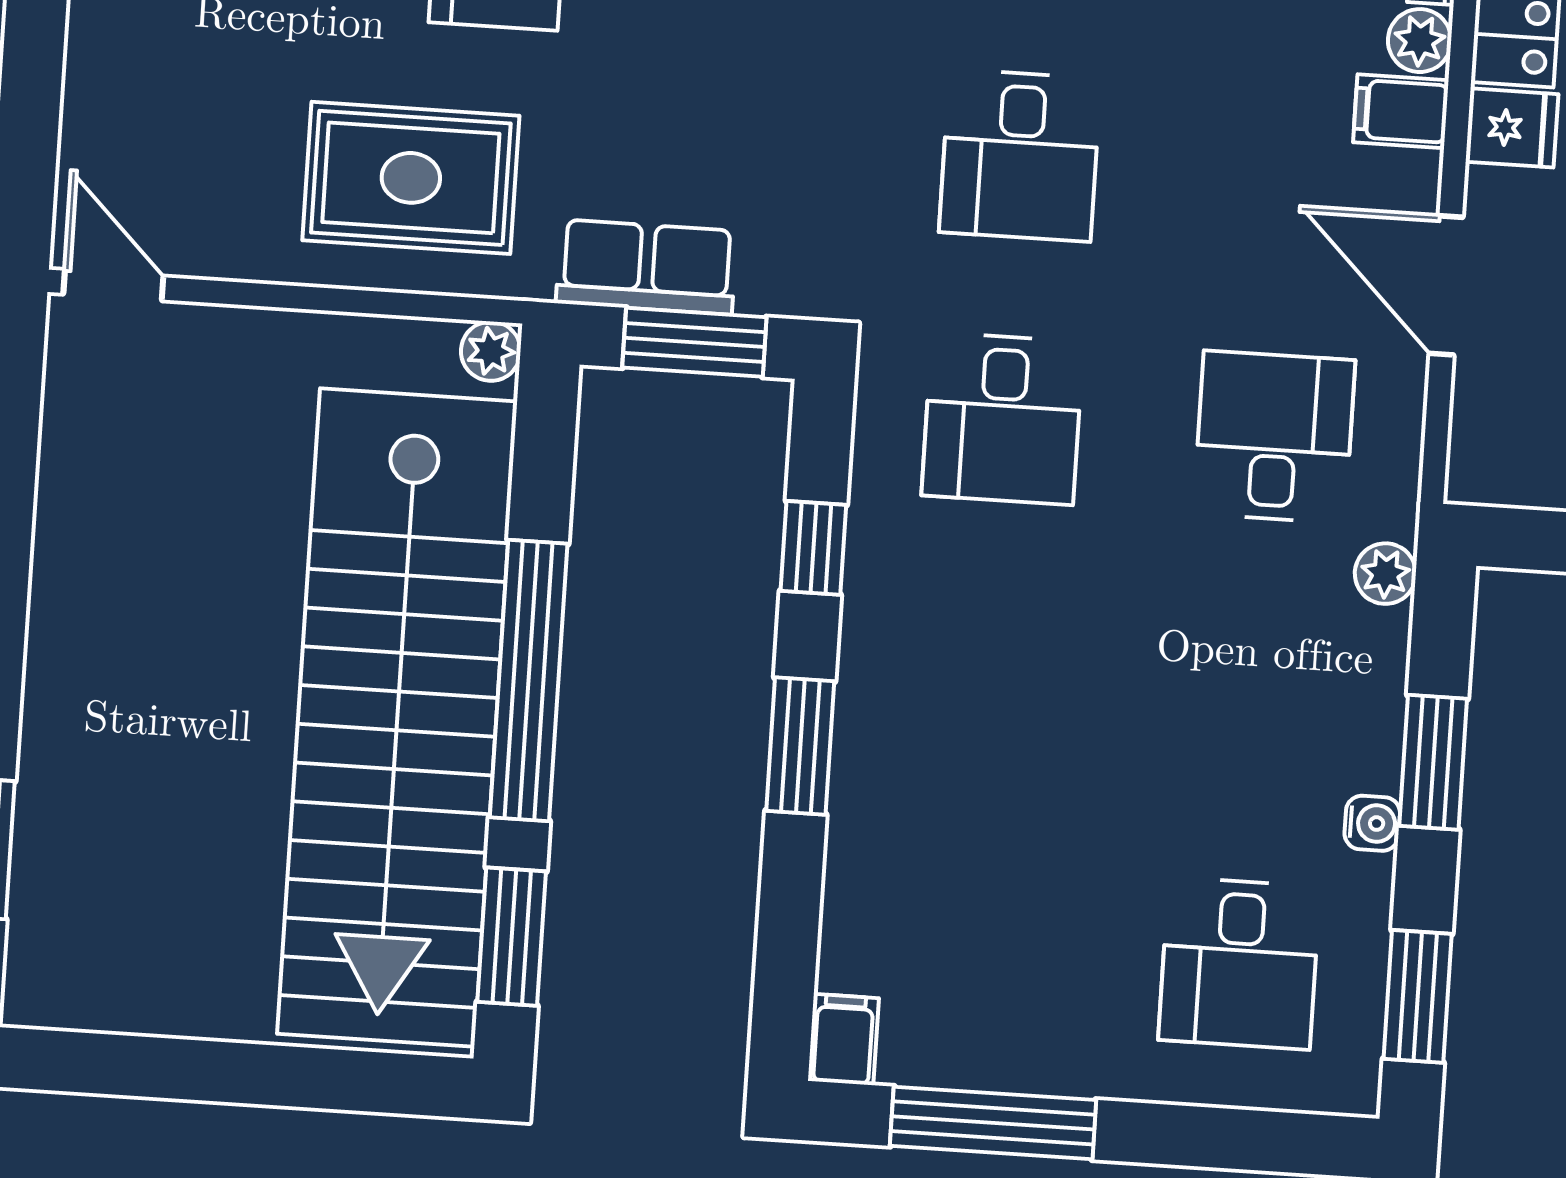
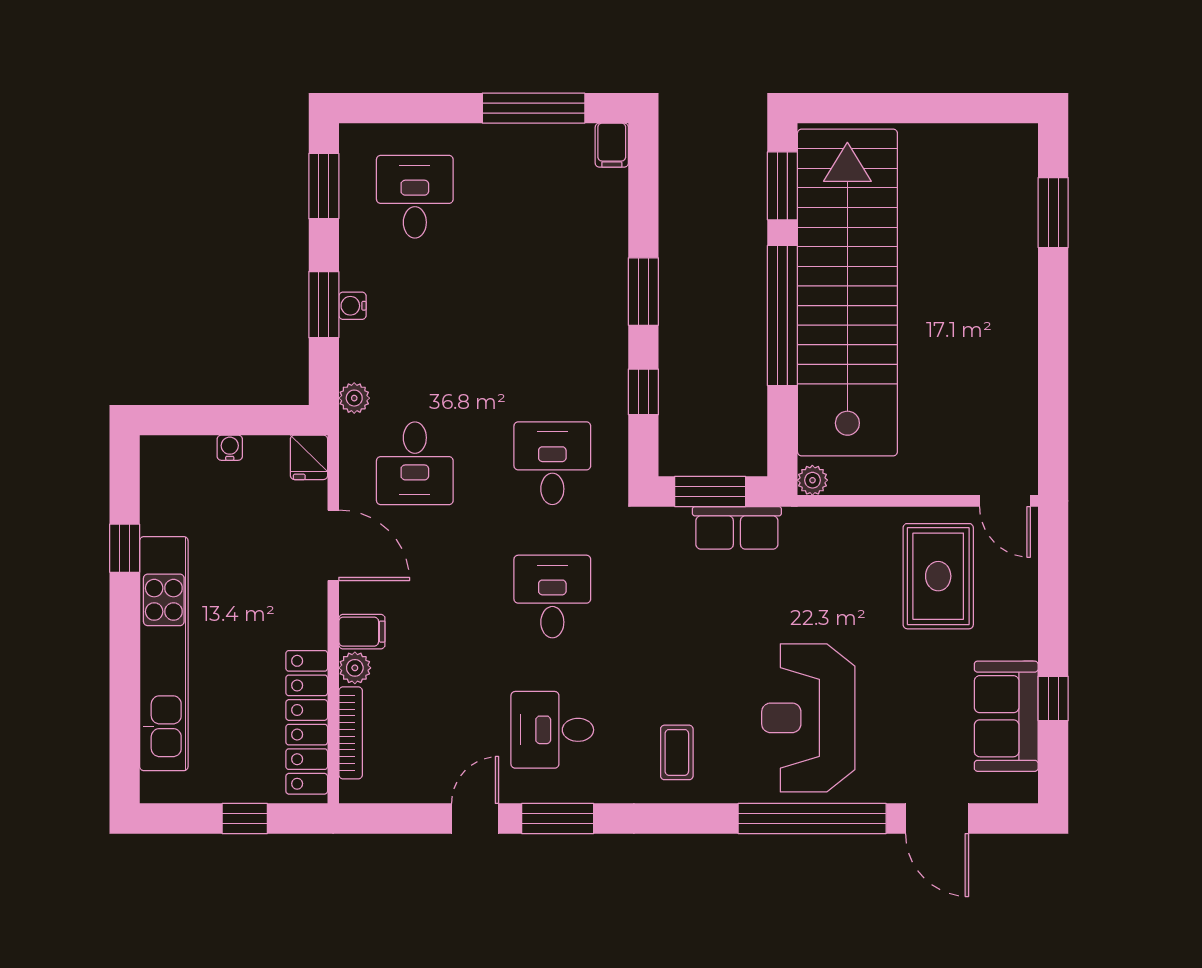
fridge: (1512, 128) -> (309, 457), moved, turned -90
rug: (411, 178) -> (938, 576), moved, turned 90
water cooler: (1372, 823) -> (352, 306), moved

